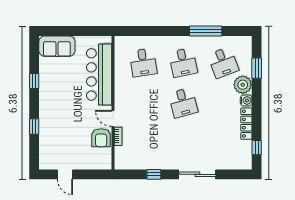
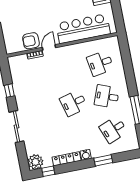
desk: (183, 63) -> (107, 96), turned 33
window: (257, 68) -> (103, 160), moved
plant: (243, 85) -> (35, 162), moved

